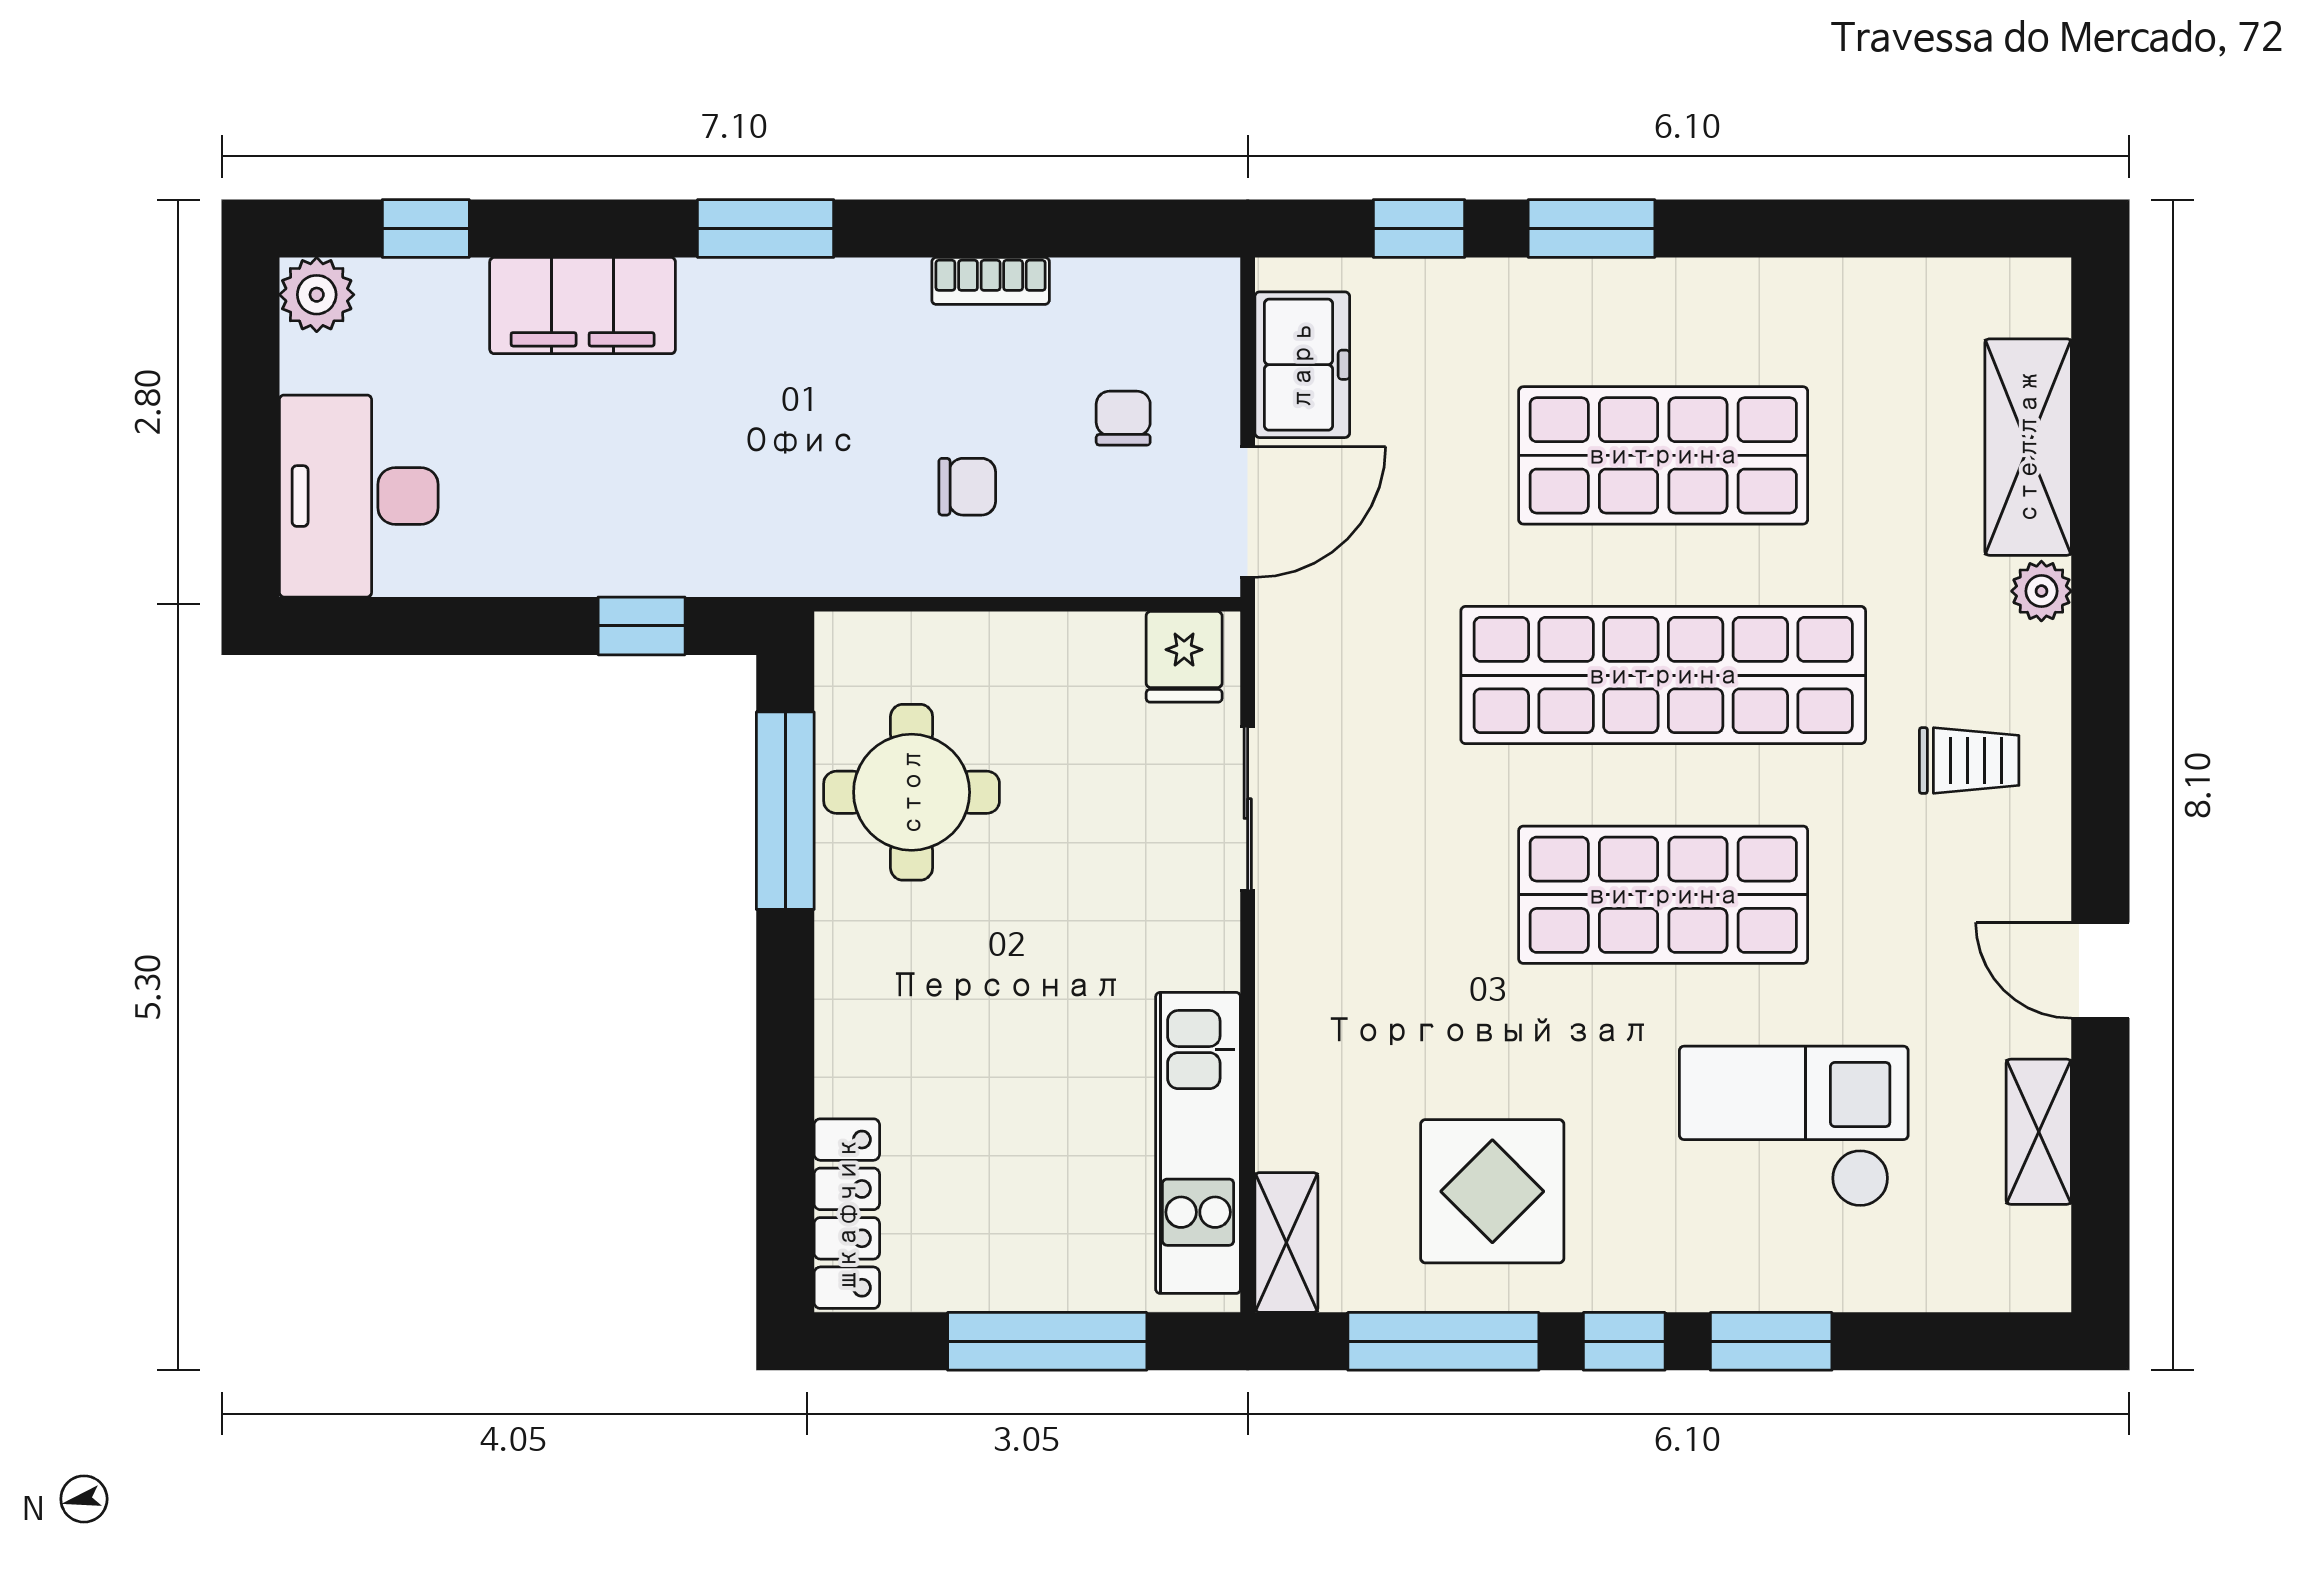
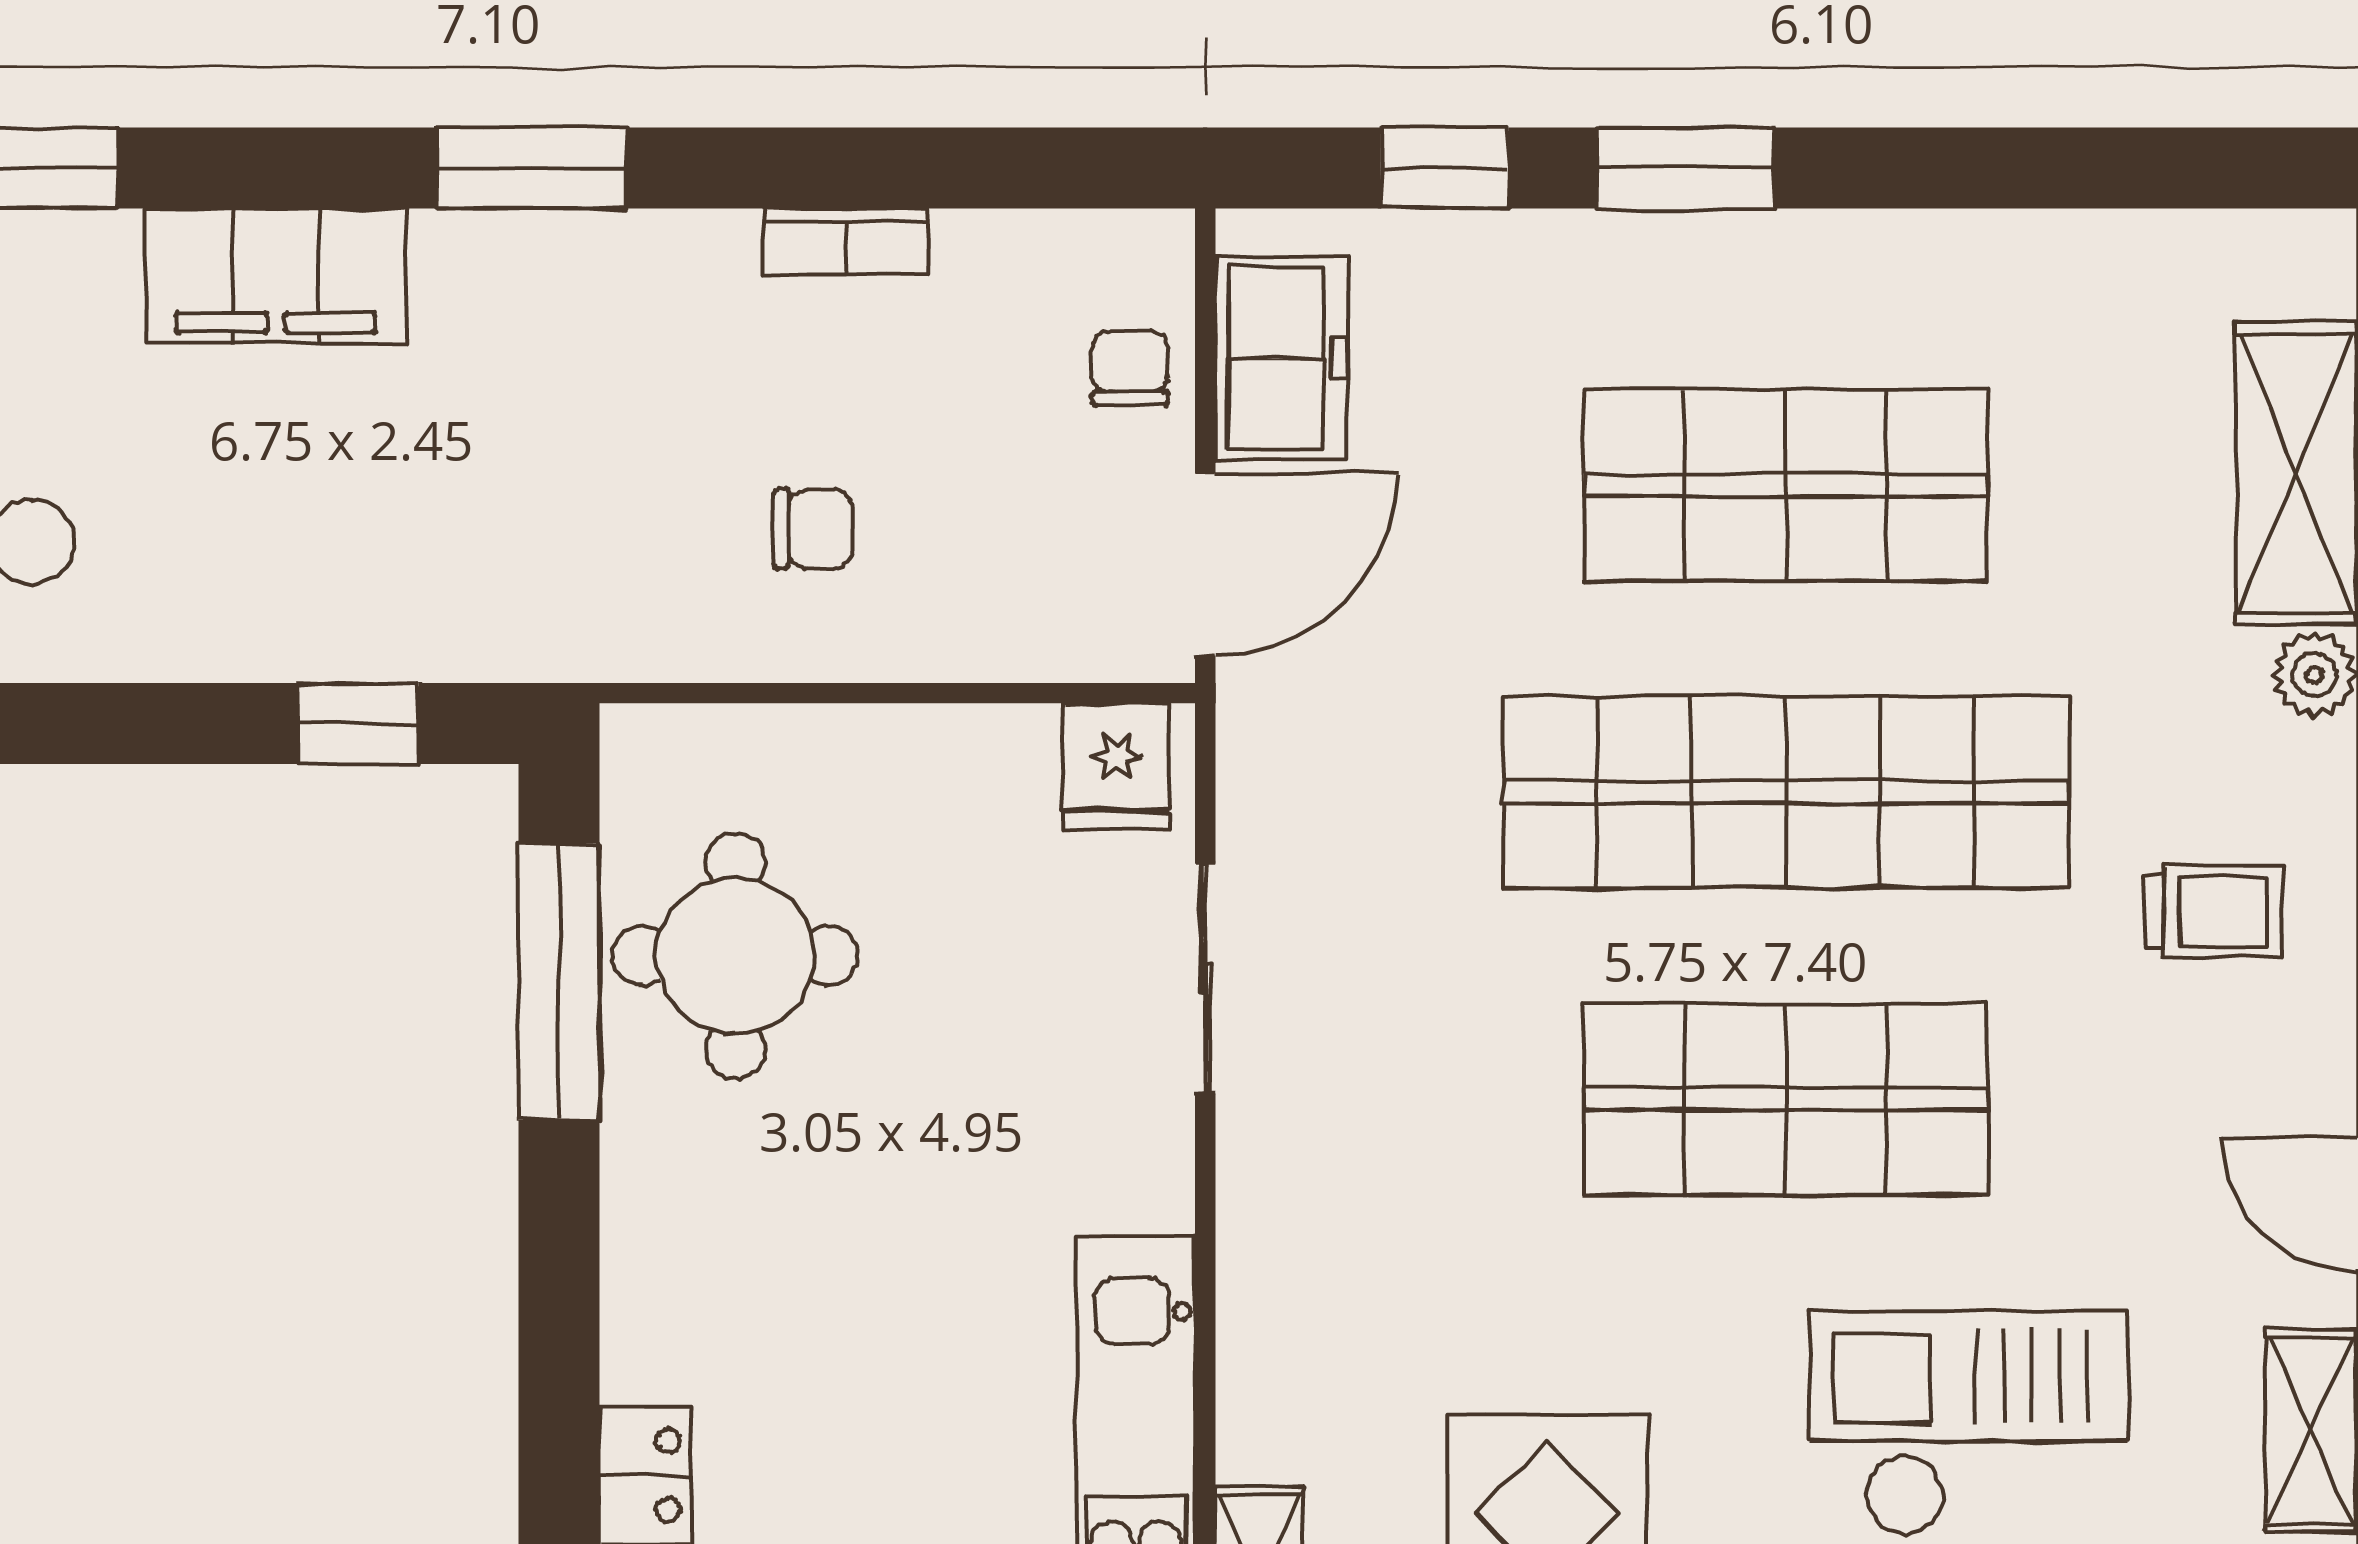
chair: (1123, 418) -> (1130, 368), moved

